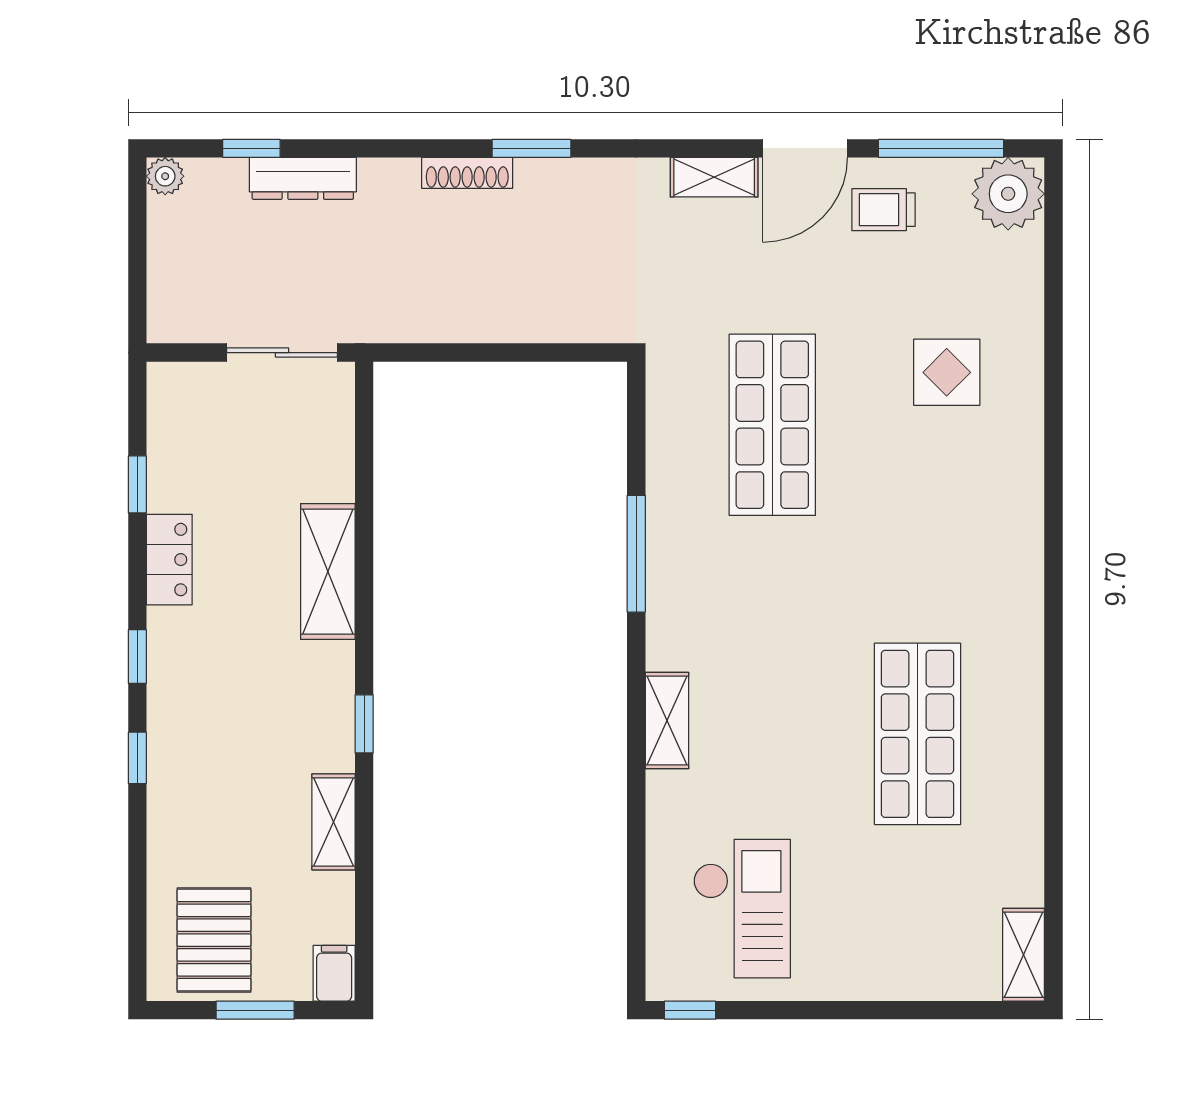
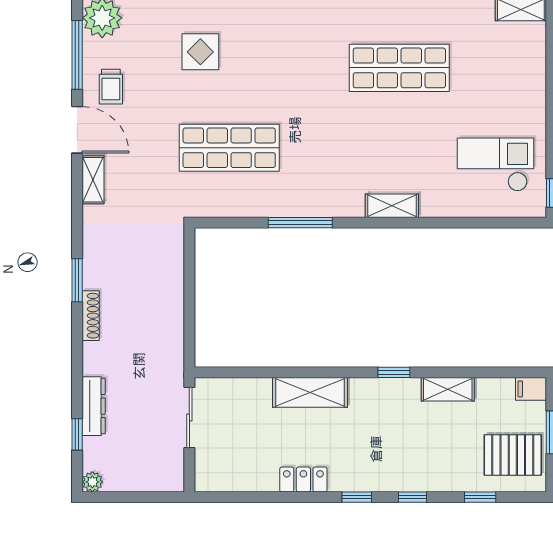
window: (137, 484) -> (480, 497), moved

